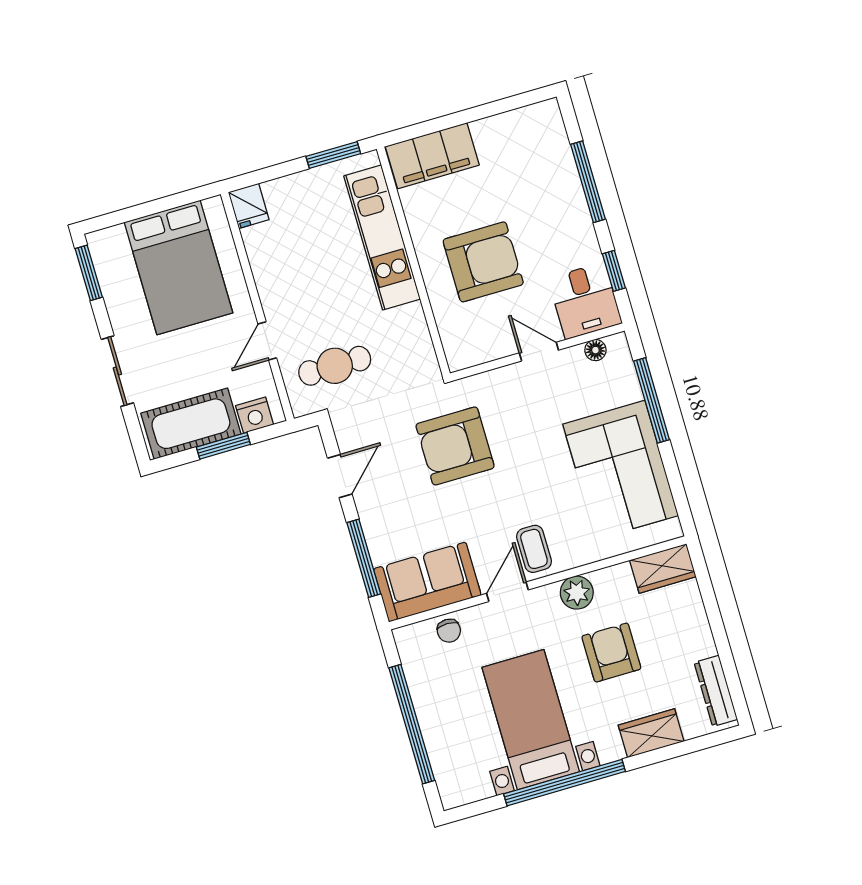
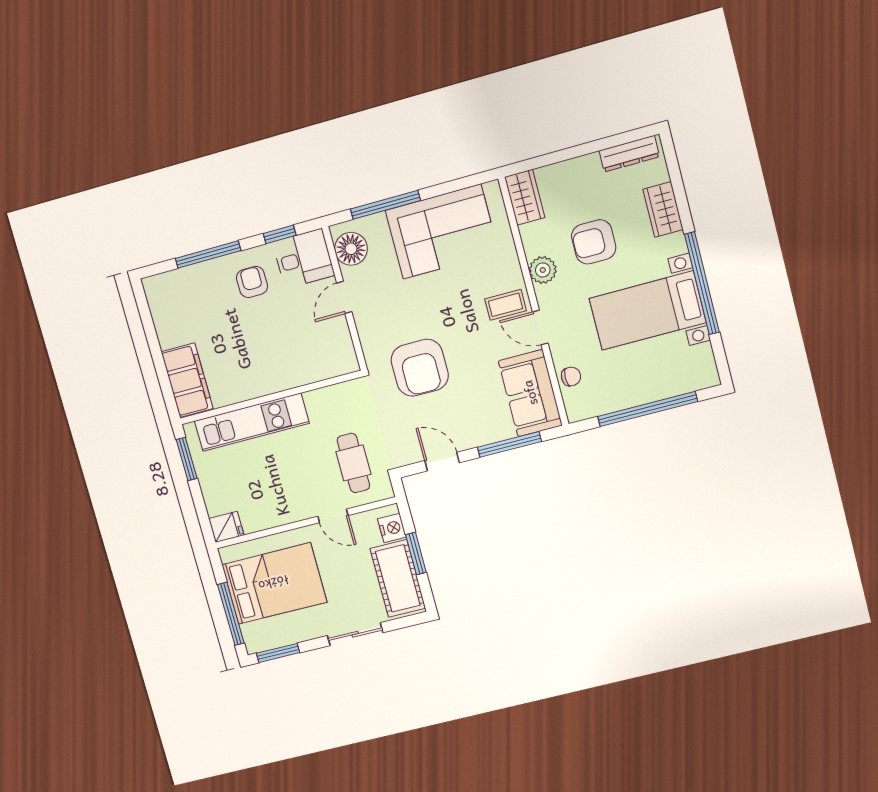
window: (137, 212) -> (231, 614), added
armchair: (483, 262) -> (252, 282), moved, width x0.53, depth x0.53
floor lamp: (595, 350) -> (351, 249), width x1.89, depth x1.89

